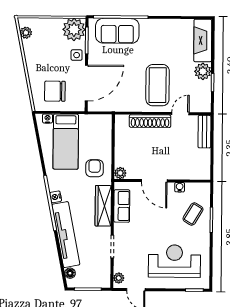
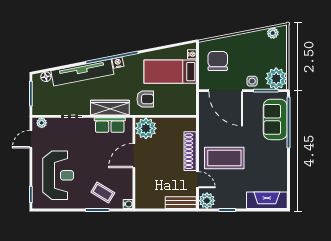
plant: (203, 71) -> (207, 201), moved
plant: (120, 173) -> (146, 128), width x1.87, depth x1.87
water cooler: (180, 187) -> (128, 204), moved

